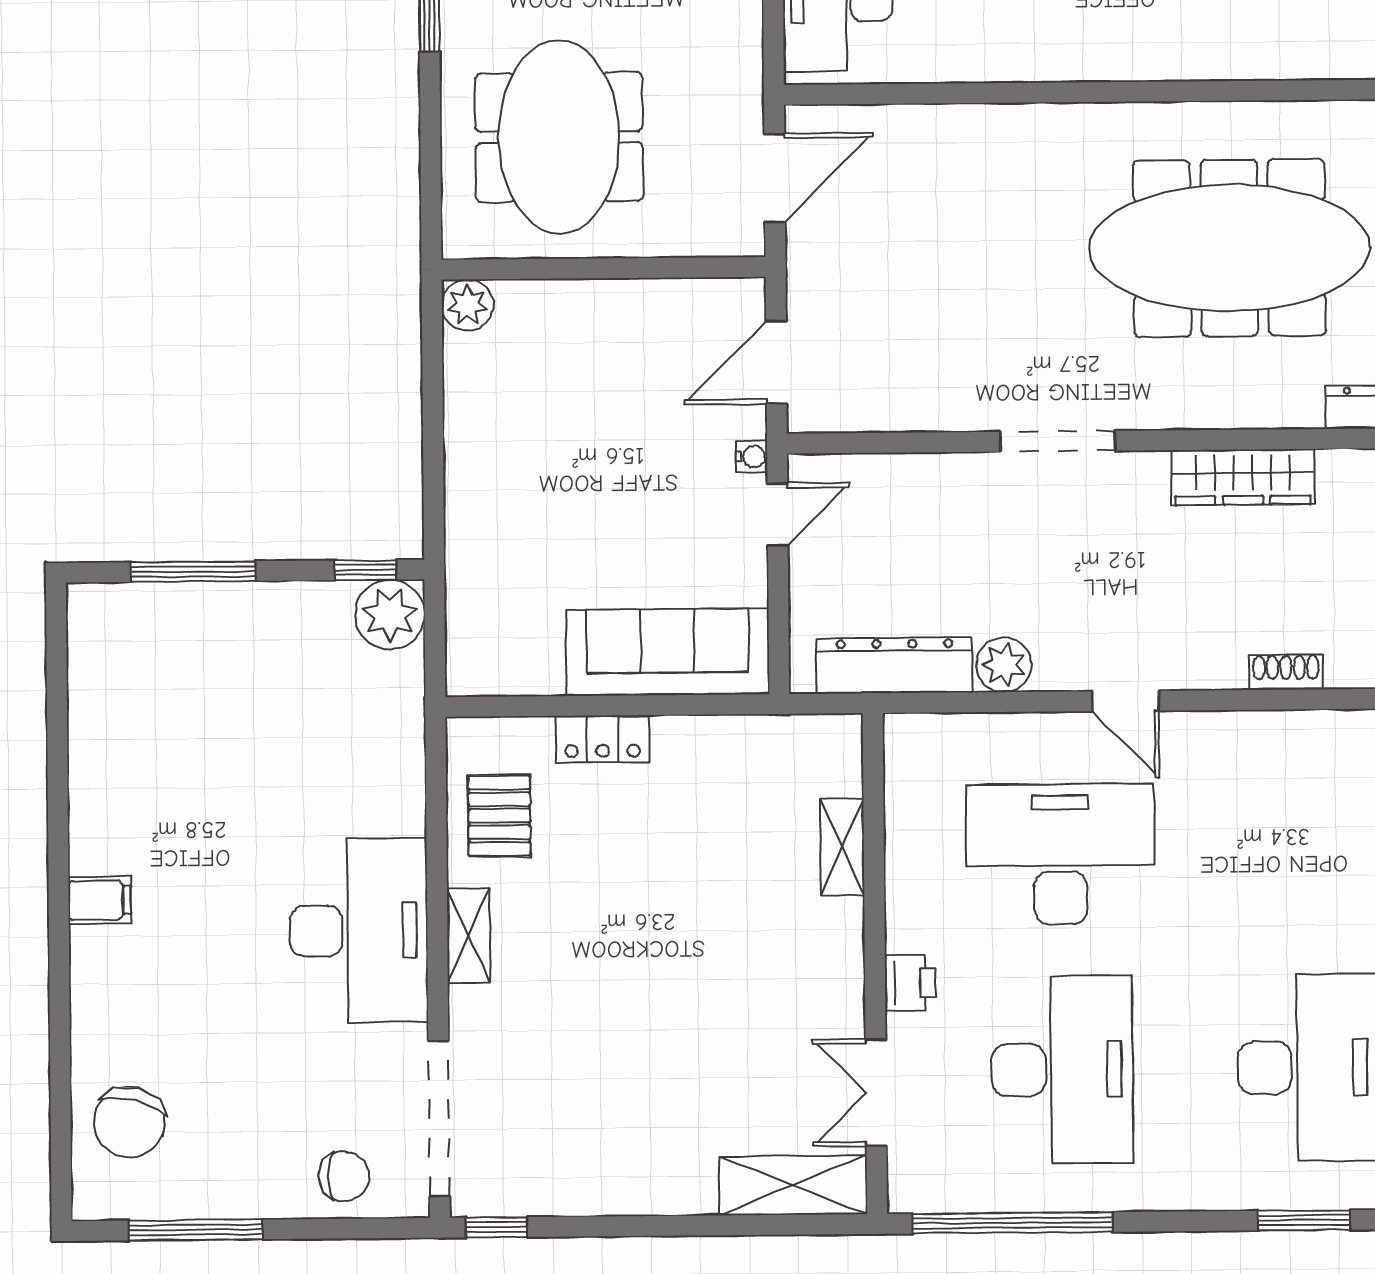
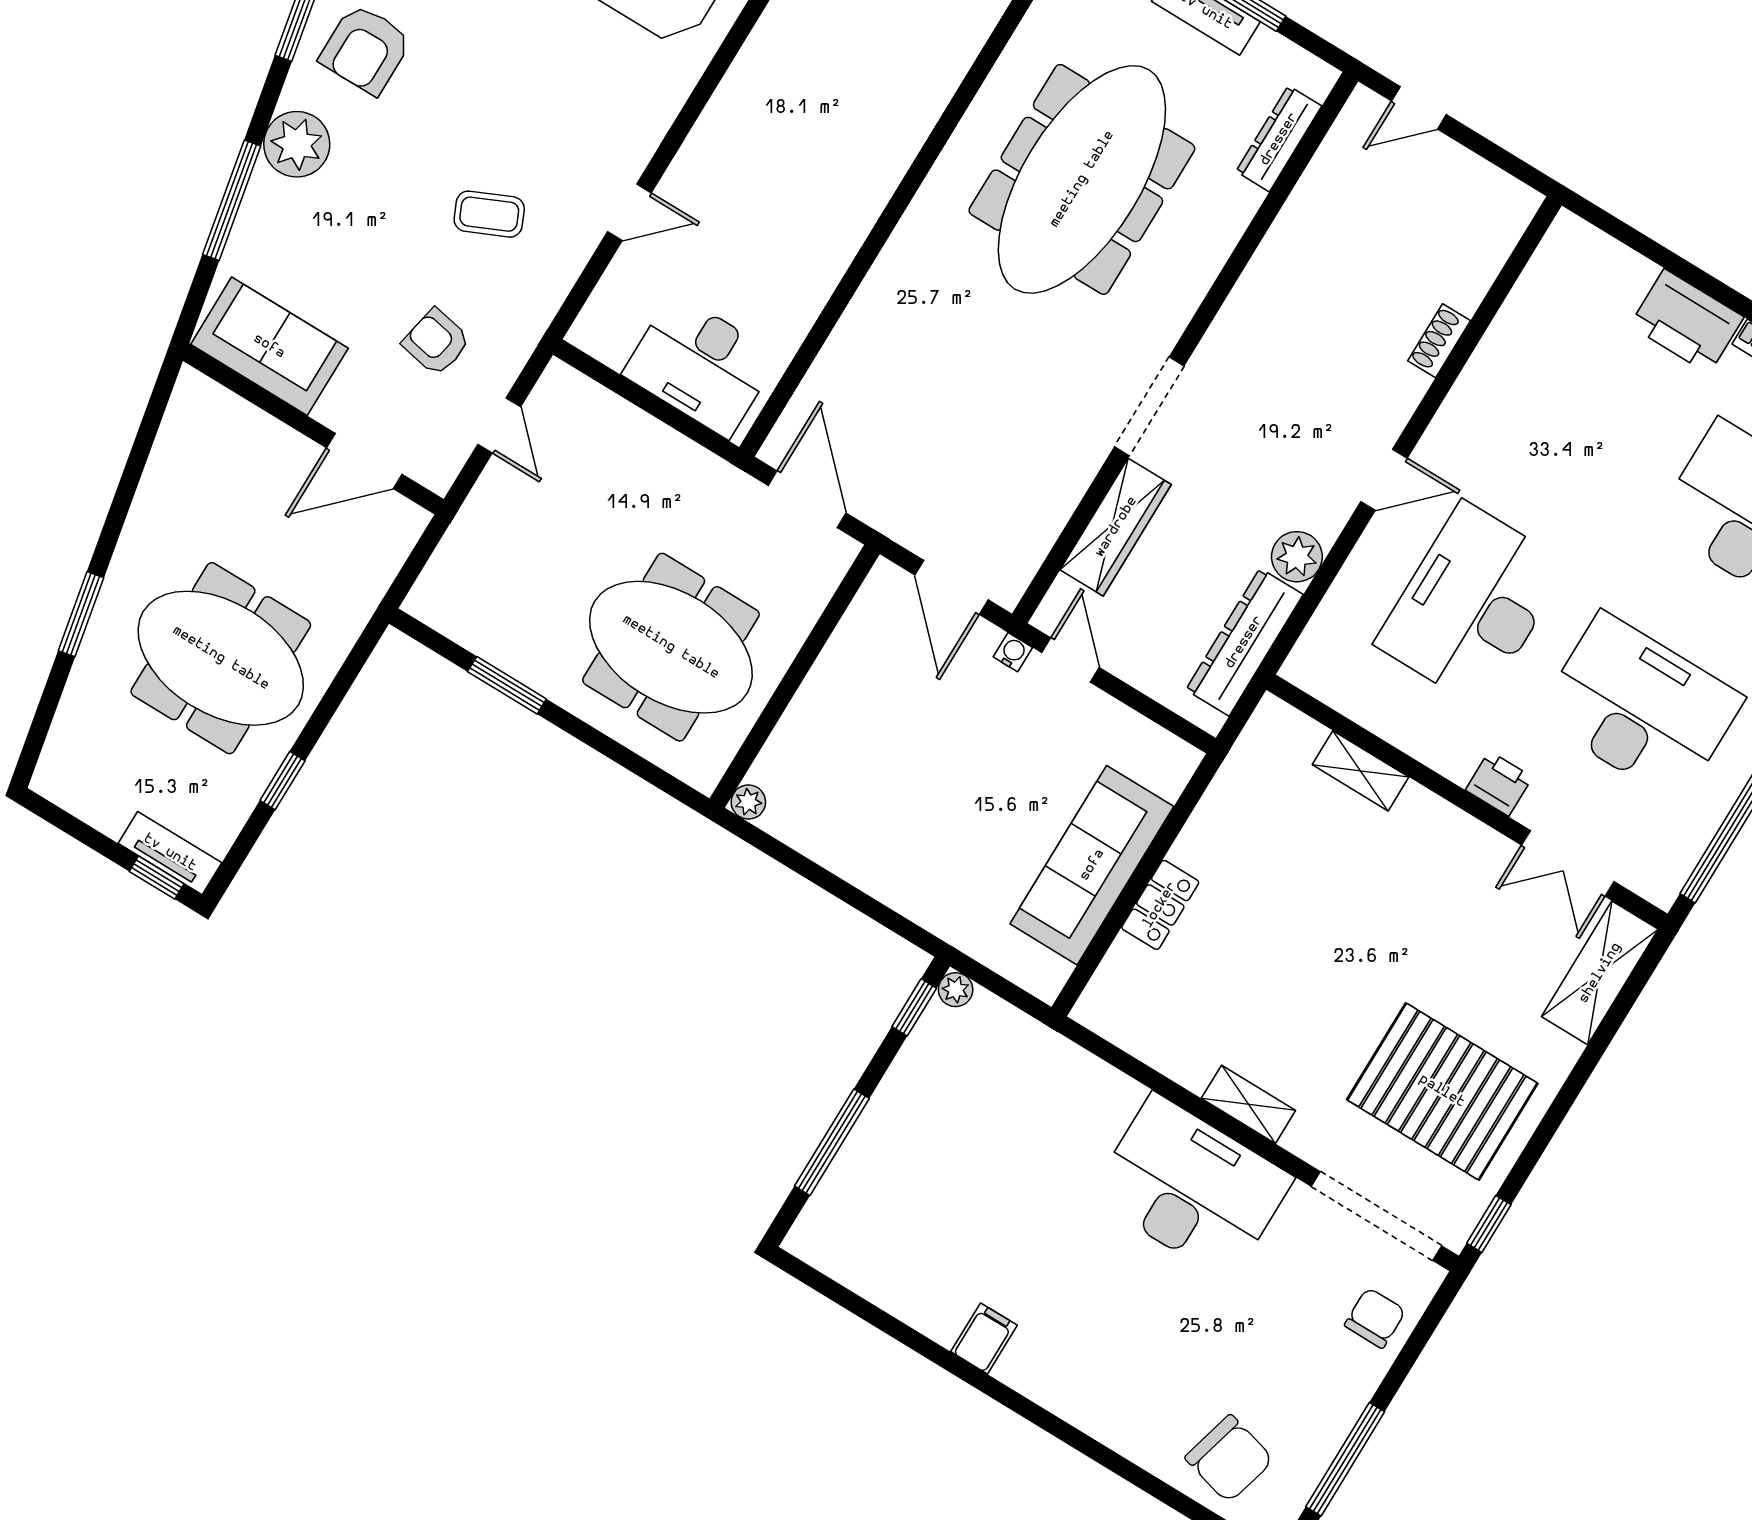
plant: (467, 305) -> (748, 802), width x0.73, depth x0.73
wardrobe: (1243, 477) -> (1116, 527), moved
plant: (390, 615) -> (956, 990), width x0.53, depth x0.53
sofa: (668, 652) -> (1092, 865), moved
pallet: (499, 816) -> (1442, 1091), moved, width x2.05, depth x2.00
filing cabinet: (100, 900) -> (984, 1338), moved

